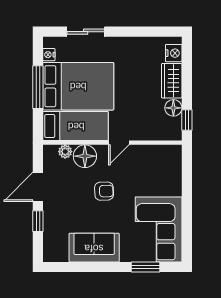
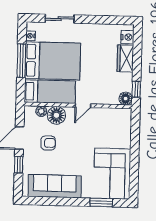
floor lamp: (173, 108) -> (126, 99), moved
armchair: (104, 191) -> (48, 143), moved
sofa: (94, 248) -> (55, 186), width x1.36

